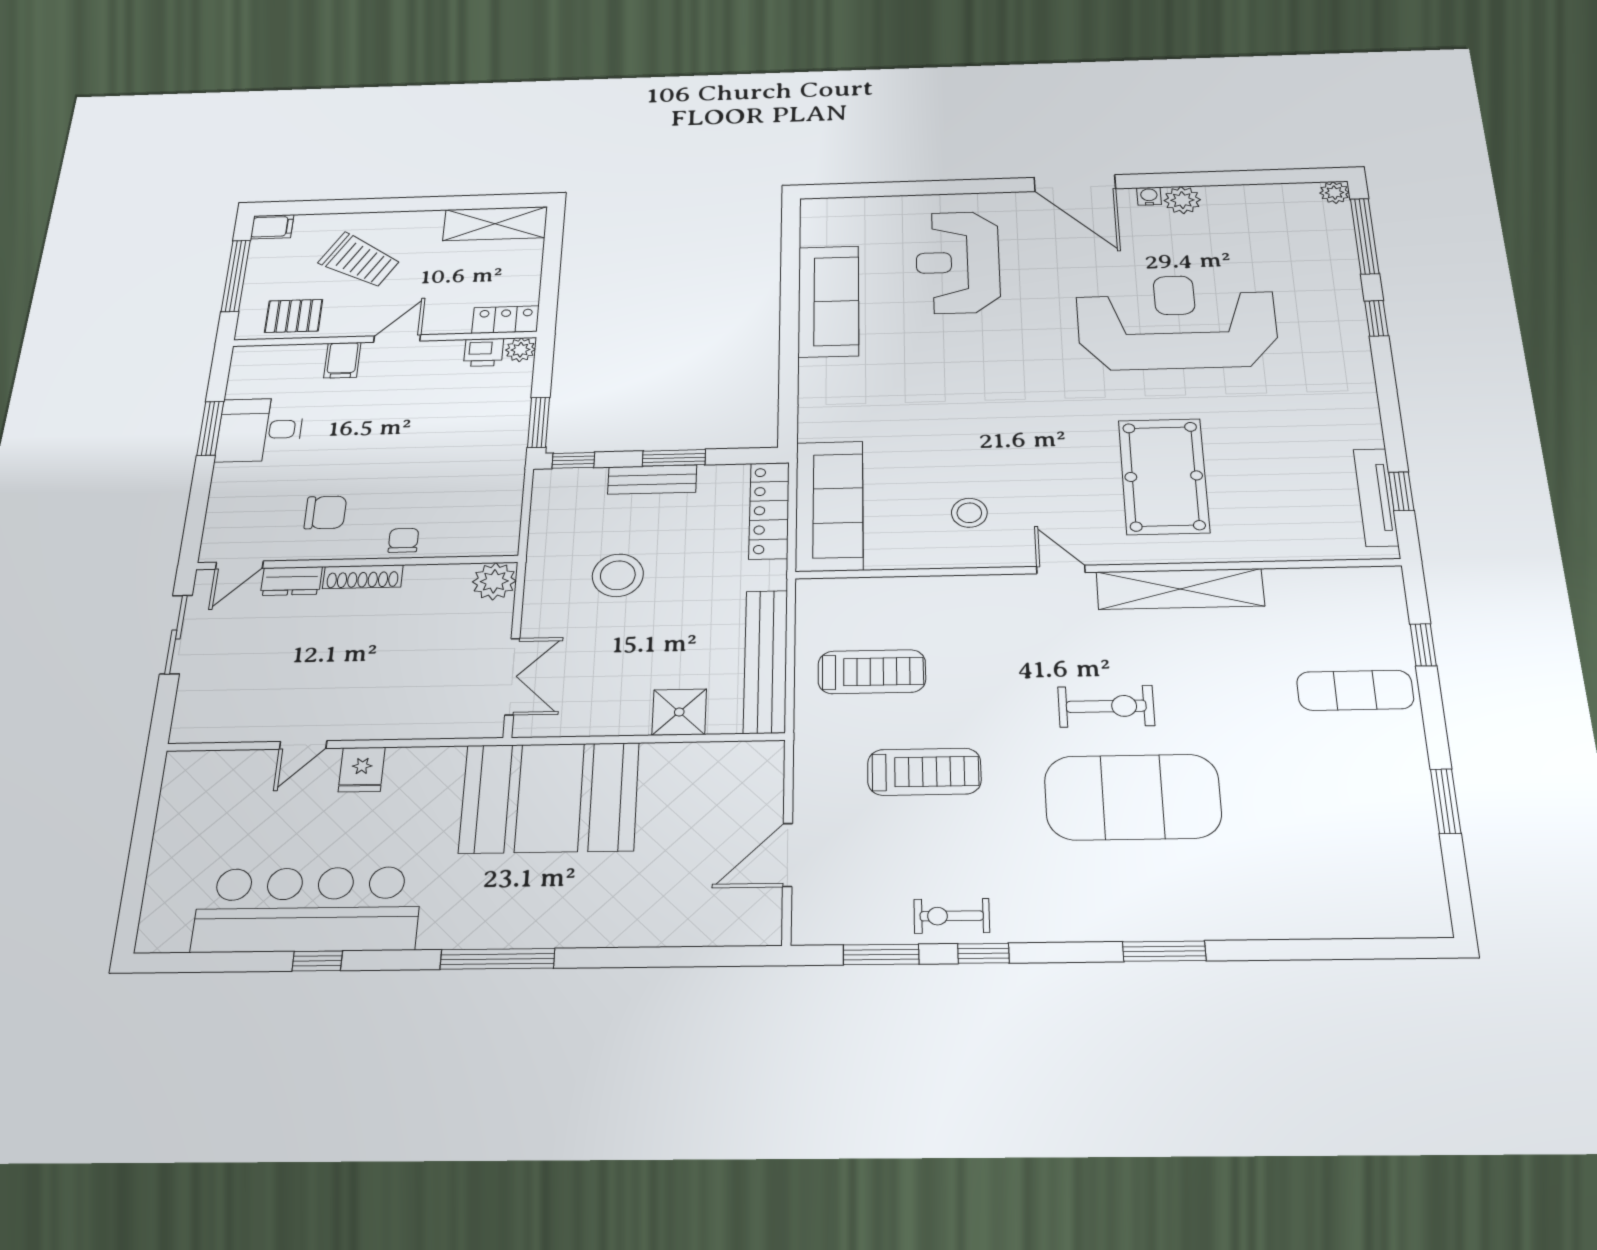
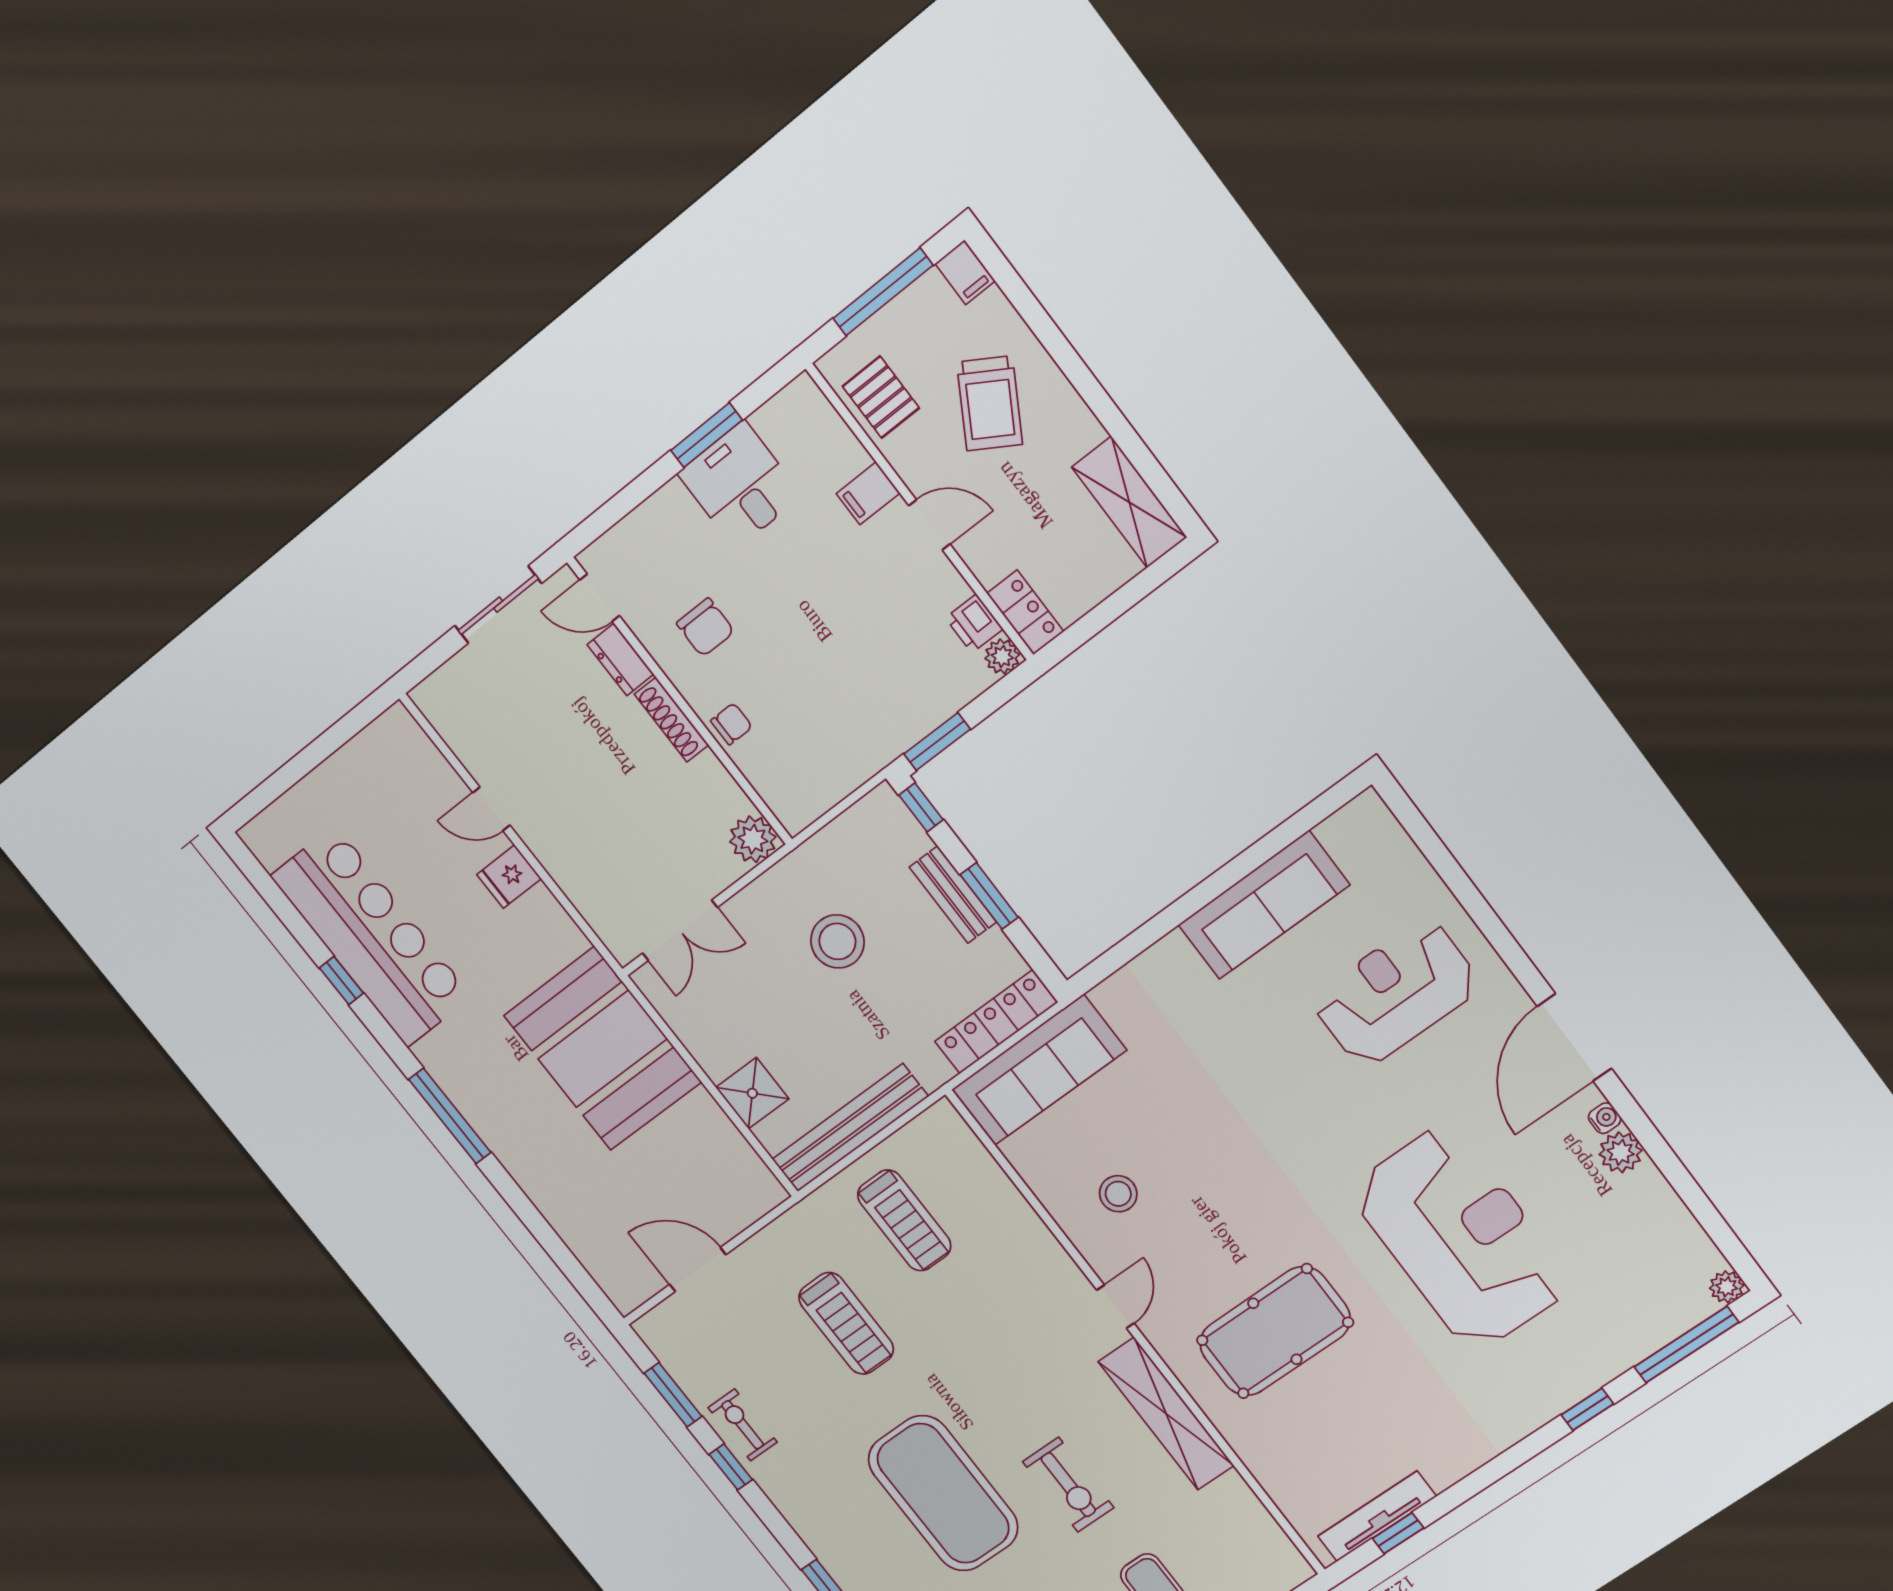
exercise bike: (1106, 706) -> (1068, 1485), moved

